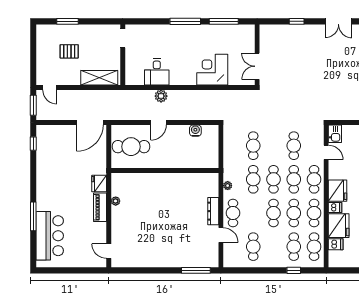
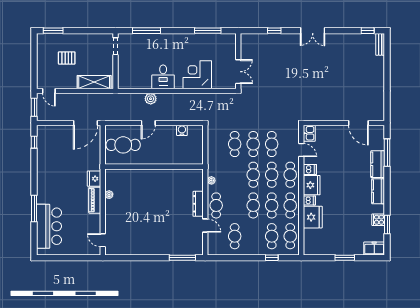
window: (68, 21) -> (53, 31), moved
window: (185, 21) -> (147, 31), moved
double door: (257, 66) -> (238, 72), swing flipped
desk: (157, 72) -> (163, 77), moved
cafe table: (253, 179) -> (253, 144), moved
dishwasher: (336, 244) -> (310, 169), moved

